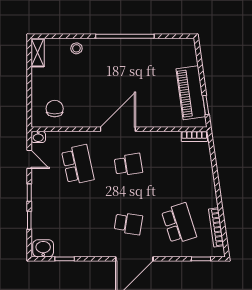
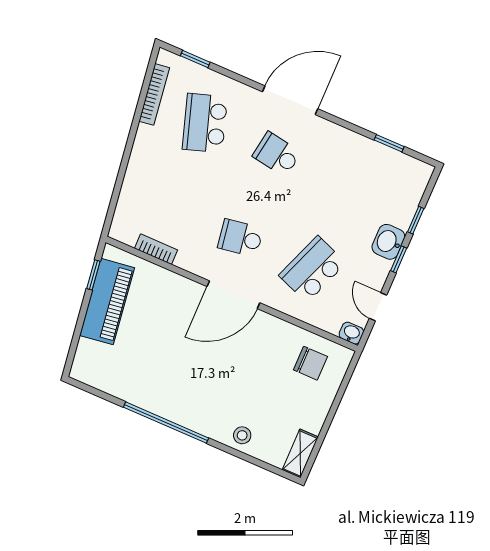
chair: (55, 109) -> (310, 363), turned -90
bookcase: (194, 136) -> (156, 249), moved
school desk: (78, 165) -> (312, 269), turned 33
washbasin: (43, 248) -> (388, 242), moved, turned 90

